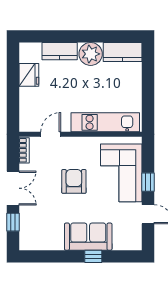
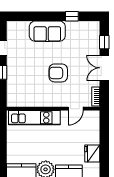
corner sofa: (121, 173) -> (22, 79), removed
armchair: (74, 181) -> (58, 73), turned 90
window: (93, 256) -> (72, 16), moved

